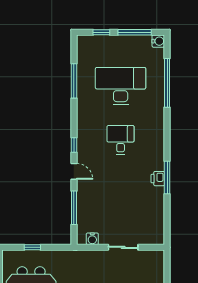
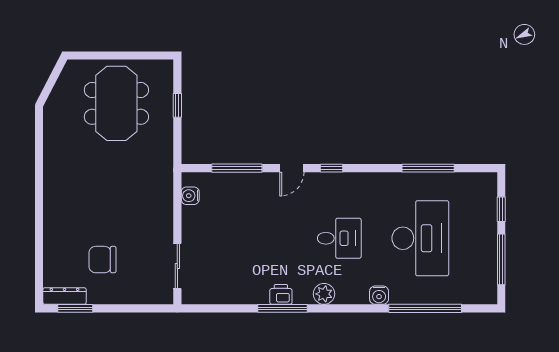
water cooler: (158, 41) -> (379, 295), moved
plant: (157, 150) -> (324, 294), added
sliding door: (123, 247) -> (177, 266), moved

